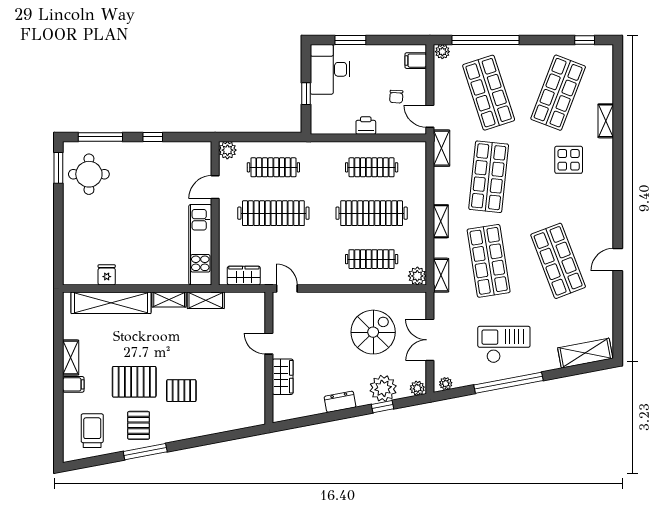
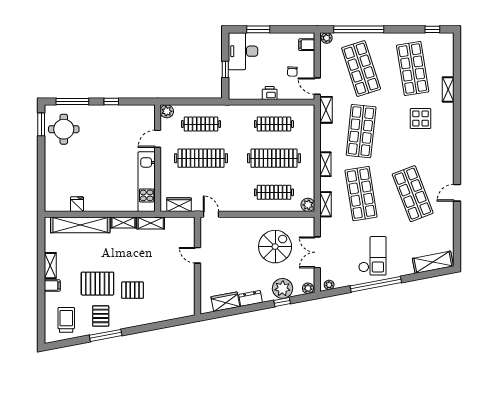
shop shelf: (558, 93) -> (413, 69), turned -30
checkout: (504, 344) -> (372, 256), turned 90
wardrobe: (283, 377) -> (225, 302), moved, turned -101

